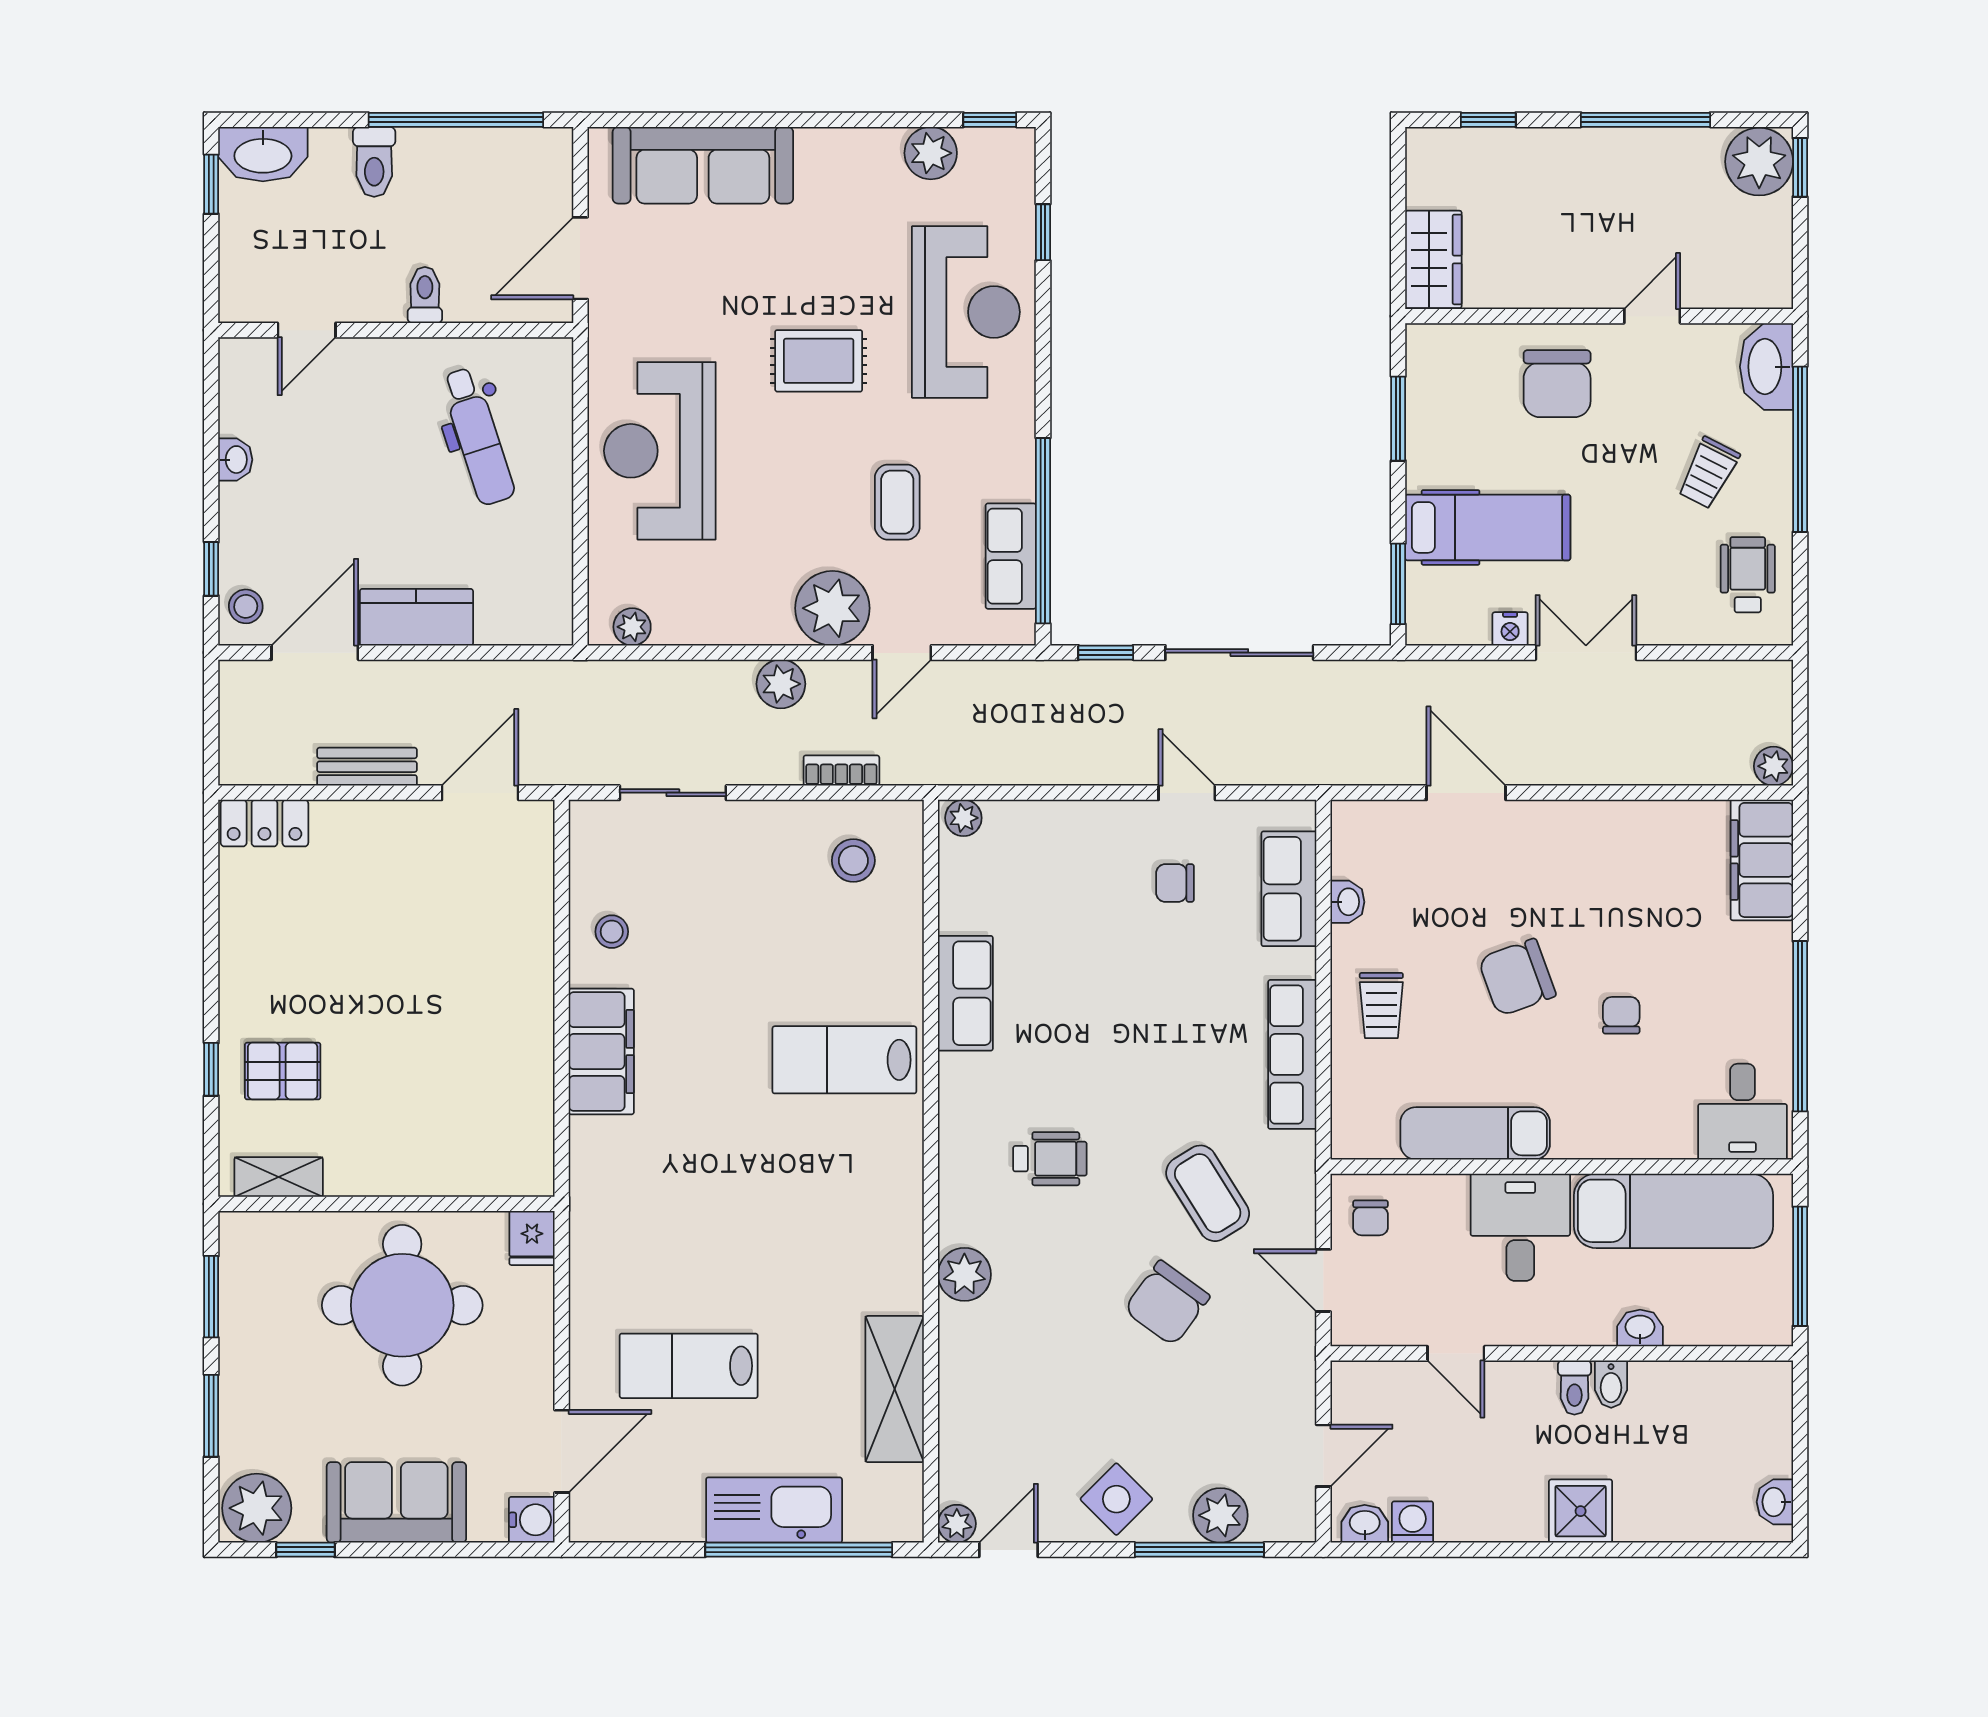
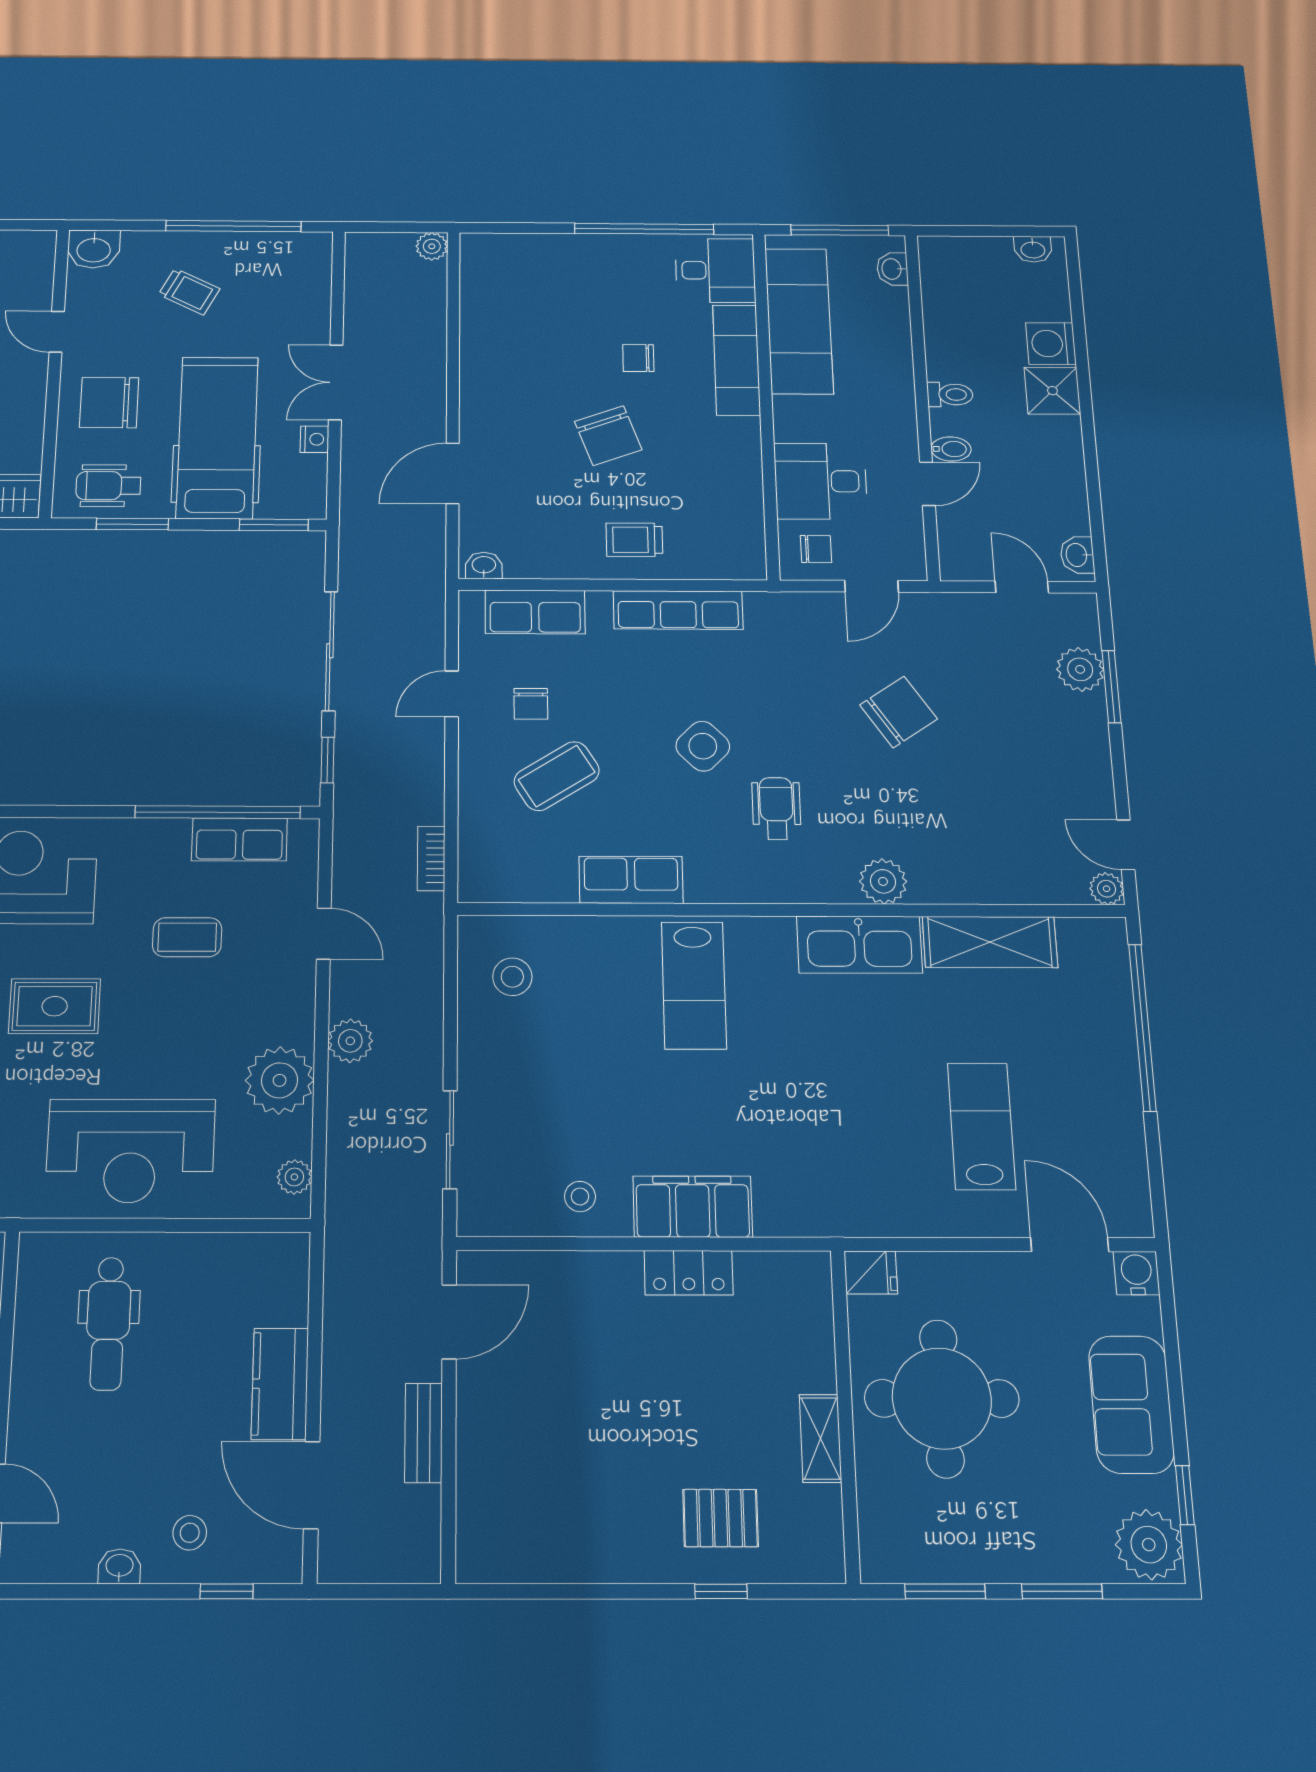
rug: (819, 361) -> (55, 1006), turned 90
washbasin: (1766, 367) -> (94, 249), width x0.72
chair: (1557, 384) -> (109, 403), turned 180
dental chair: (478, 436) -> (108, 1323), turned 108
window: (1800, 449) -> (233, 226), moved
hospital bed: (1488, 527) -> (217, 437), width x1.37, depth x1.29
wheelchair: (1748, 575) -> (108, 486), moved
stool: (246, 606) -> (190, 1533), moved
plant: (832, 608) -> (280, 1080), moved
bookcase: (841, 771) -> (431, 858), moved
door: (480, 793) -> (449, 1322), swing flipped
plant: (963, 818) -> (474, 881), removed
locker: (264, 823) -> (689, 1273), moved, turned 90
filing cabinet: (1762, 860) -> (509, 255), removed
washbasin: (1347, 902) -> (484, 565), moved
trolley: (1381, 1006) -> (634, 540), turned 180
pallet: (283, 1071) -> (721, 1518), turned 90
exam couch: (1475, 1133) -> (736, 360), moved
shelving: (279, 1177) -> (820, 1438), moved
coffee table: (1208, 1193) -> (557, 776), moved
desk: (1520, 1227) -> (821, 481), moved
chair: (1167, 1303) -> (899, 712), turned -70
washbasin: (1640, 1328) -> (892, 269), moved
lab bench: (689, 1366) -> (981, 1126), turned 180
bidet: (1611, 1384) -> (951, 449), moved
side table: (1116, 1499) -> (703, 746), moved
kitchen sink: (774, 1510) -> (859, 945), moved, turned -90
washing machine: (1413, 1522) -> (1051, 344), moved, width x1.38, depth x1.38
window: (1199, 1550) -> (1111, 687), width x0.69

